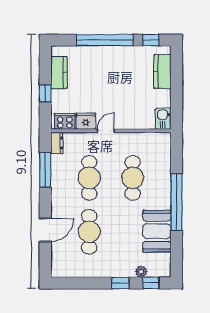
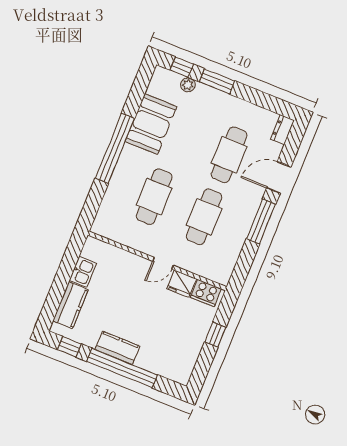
kitchen counter: (59, 72) -> (117, 348), moved, turned 90
kitchen sink: (163, 119) -> (83, 272), moved
dresser: (57, 143) -> (282, 130), moved
window: (45, 170) -> (261, 221), moved
window: (120, 283) -> (217, 81), width x1.50

